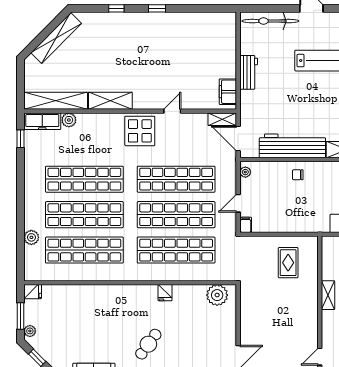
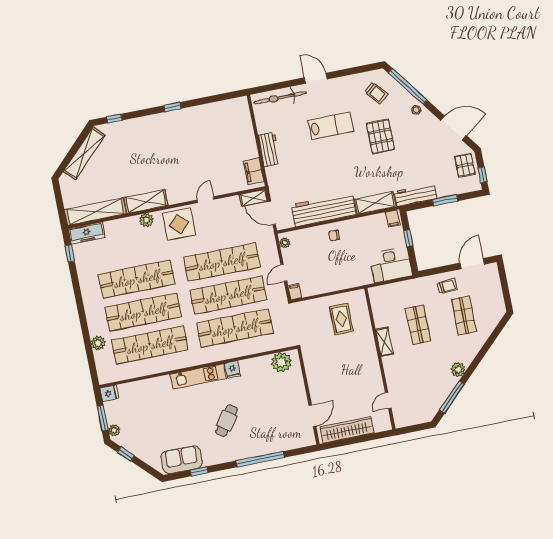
window: (116, 8) -> (114, 119), moved
plant: (69, 120) -> (146, 220), moved
kitchen unit: (128, 292) -> (198, 376), added

